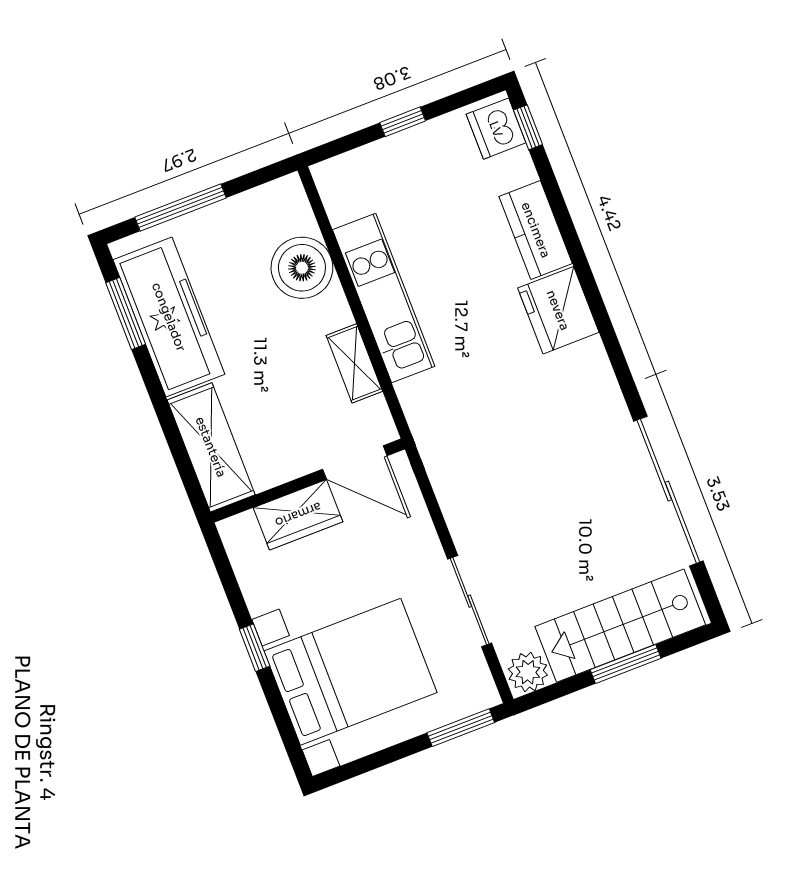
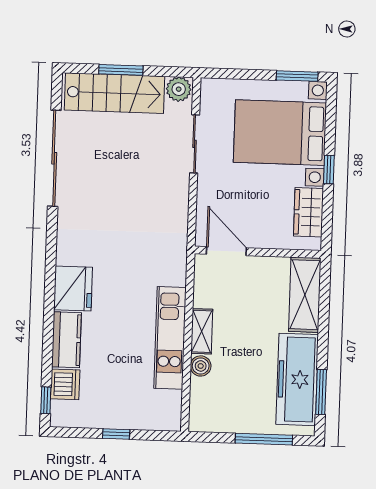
dishwasher: (496, 129) -> (65, 384), moved
boiler: (302, 268) -> (201, 366), width x0.54, depth x0.54
shelving: (354, 363) -> (202, 331), moved
wardrobe: (298, 515) -> (308, 212), moved, turned -90
window: (461, 728) -> (297, 76), moved

